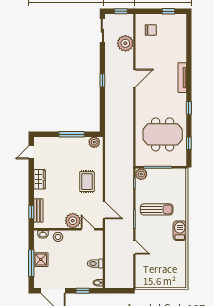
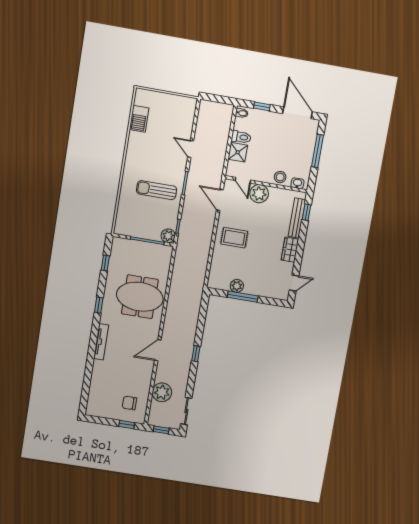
window: (168, 11) -> (127, 425), moved
meeting table: (163, 134) -> (140, 297), moved
plant: (94, 142) -> (237, 286), moved
rug: (87, 182) -> (234, 238), turned 90
bench: (38, 210) -> (297, 218), width x1.36
barbecue: (180, 231) -> (139, 119), moved
shower: (41, 260) -> (238, 152), moved

